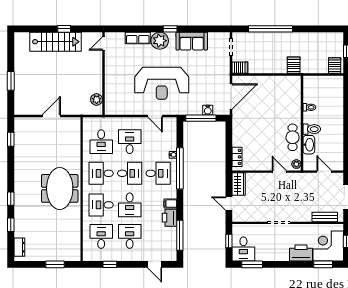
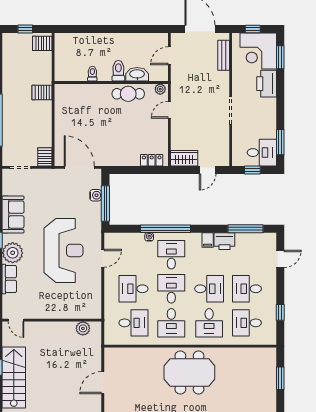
door: (51, 116) -> (103, 383), hinge flipped

